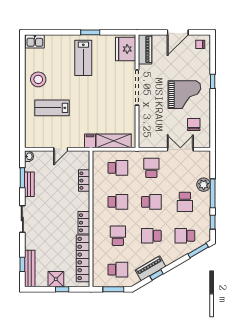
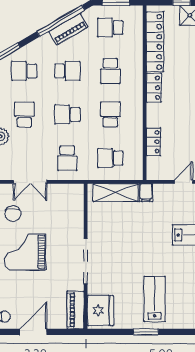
school desk: (118, 202) -> (110, 114), turned 90
school desk: (185, 236) -> (24, 71), turned 180
window: (156, 275) -> (61, 21), width x3.17

